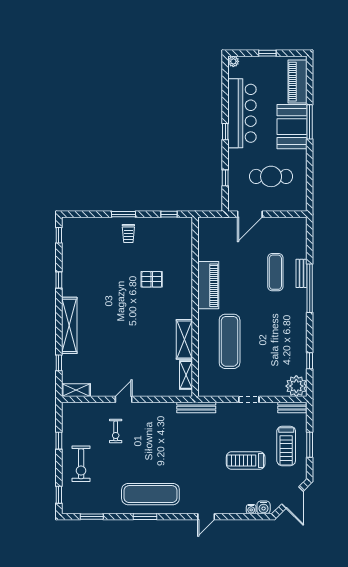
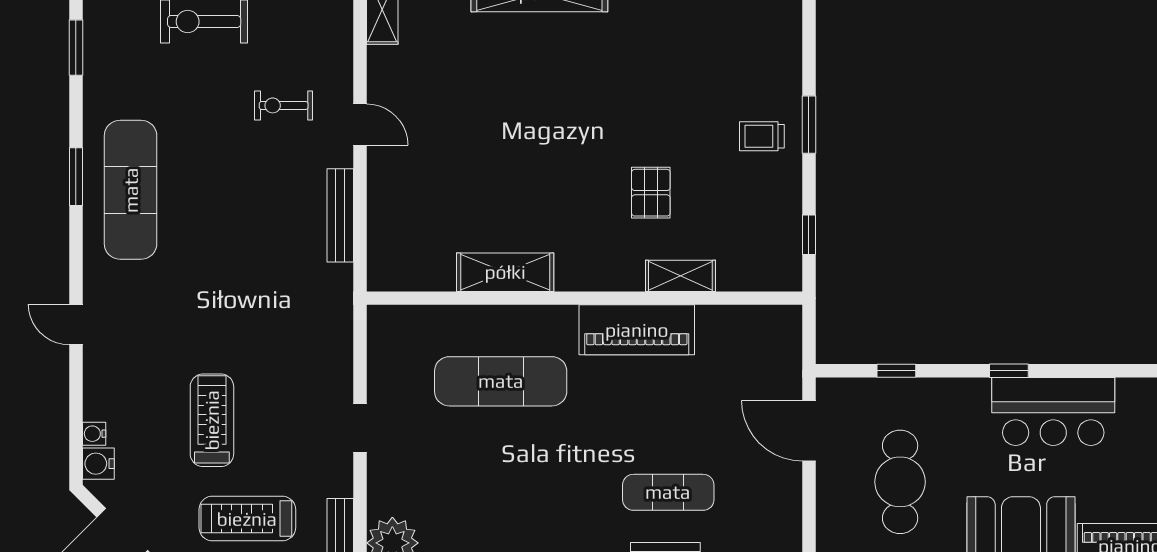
bar counter: (242, 113) -> (1053, 411), width x0.73
shelving: (186, 375) -> (680, 276), moved
bench: (196, 408) -> (340, 215), moved

